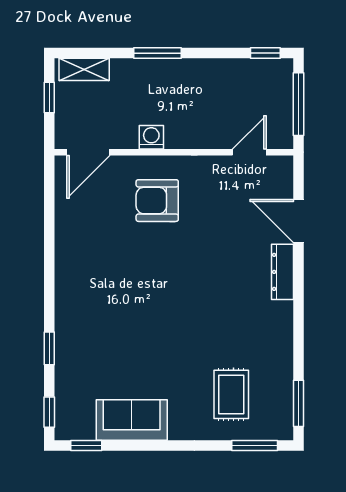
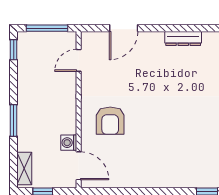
washing machine: (151, 137) -> (69, 143), moved
door: (249, 152) -> (79, 60), hinge flipped
dresser: (283, 272) -> (183, 39), moved

